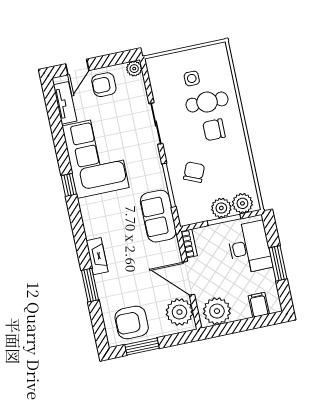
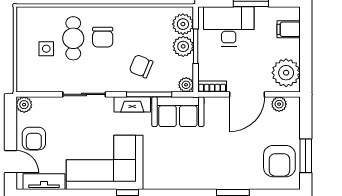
plant: (185, 218) -> (186, 85), added
fireplace: (97, 256) -> (132, 104), moved, turned 180
plant: (179, 312) -> (279, 104), width x0.53, depth x0.53

